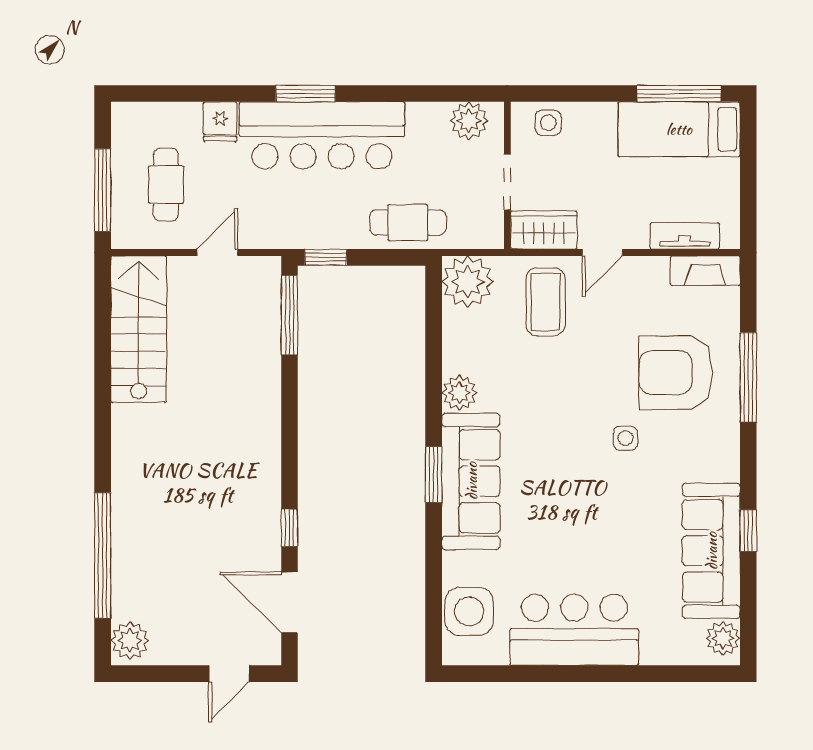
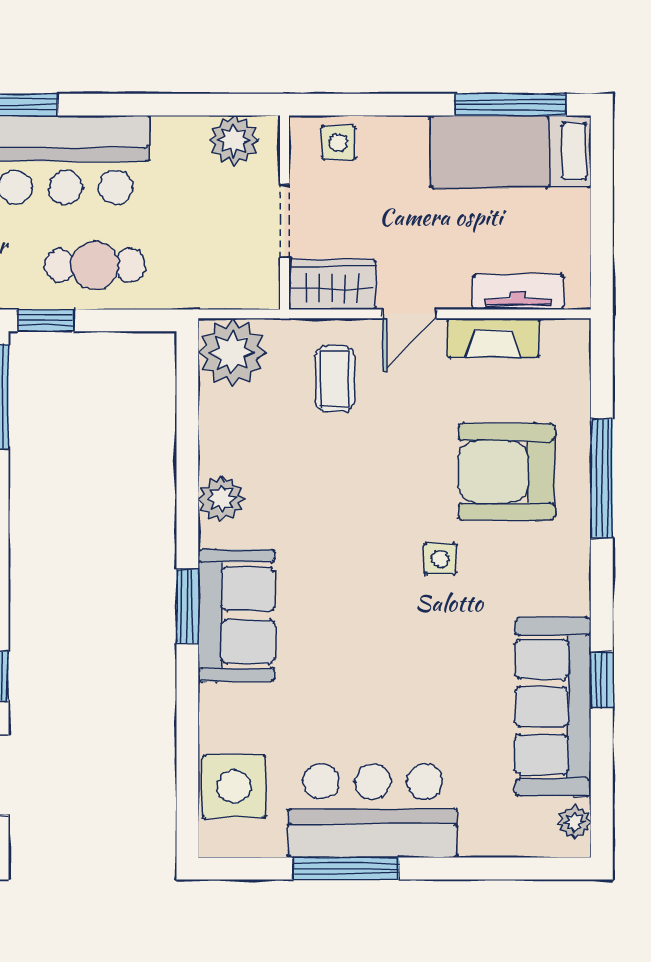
cafe table: (408, 223) -> (95, 265), moved
fireplace: (705, 271) -> (493, 338), moved
coffee table: (546, 302) -> (335, 379), width x0.73, depth x0.77
sofa: (471, 481) -> (236, 615), width x0.73
plant: (723, 638) -> (575, 822), width x0.73, depth x0.73
window: (554, 674) -> (346, 869), added

